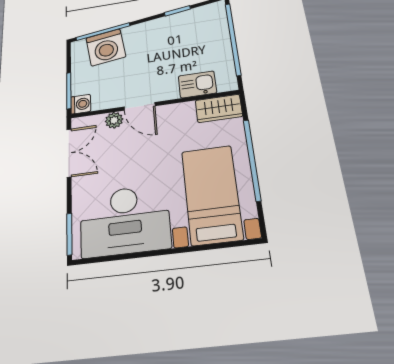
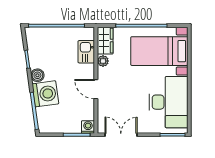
boiler: (155, 27) -> (37, 75), added
washing machine: (106, 47) -> (45, 94), moved
door: (139, 106) -> (96, 89), swing flipped
plant: (114, 120) -> (103, 61), moved

